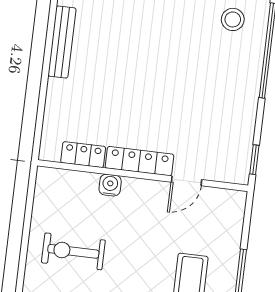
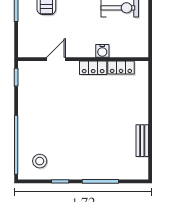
bench: (62, 42) -> (142, 141), width x0.73
locker: (140, 161) -> (93, 68), width x0.66

